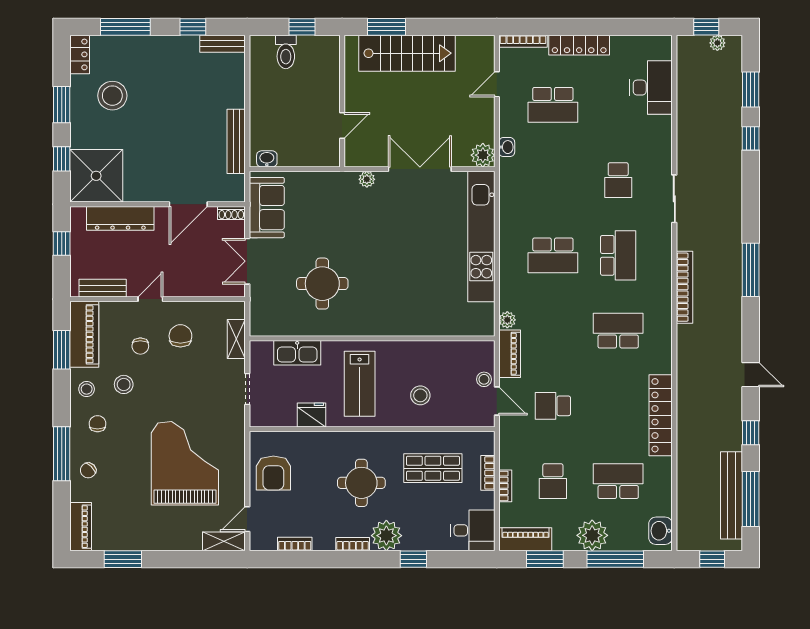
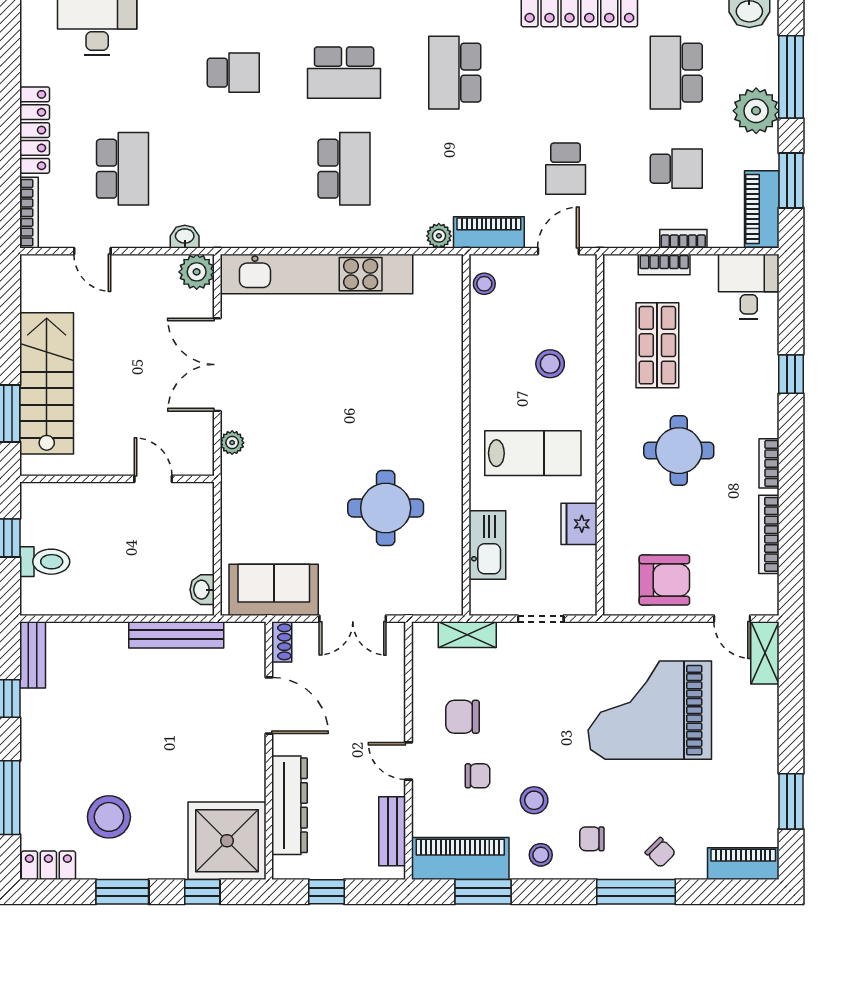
school desk: (618, 255) -> (344, 73), turned 180
stool: (484, 379) -> (484, 284), moved
plant: (386, 536) -> (756, 414), removed
bookcase: (295, 544) -> (769, 534), width x1.56

